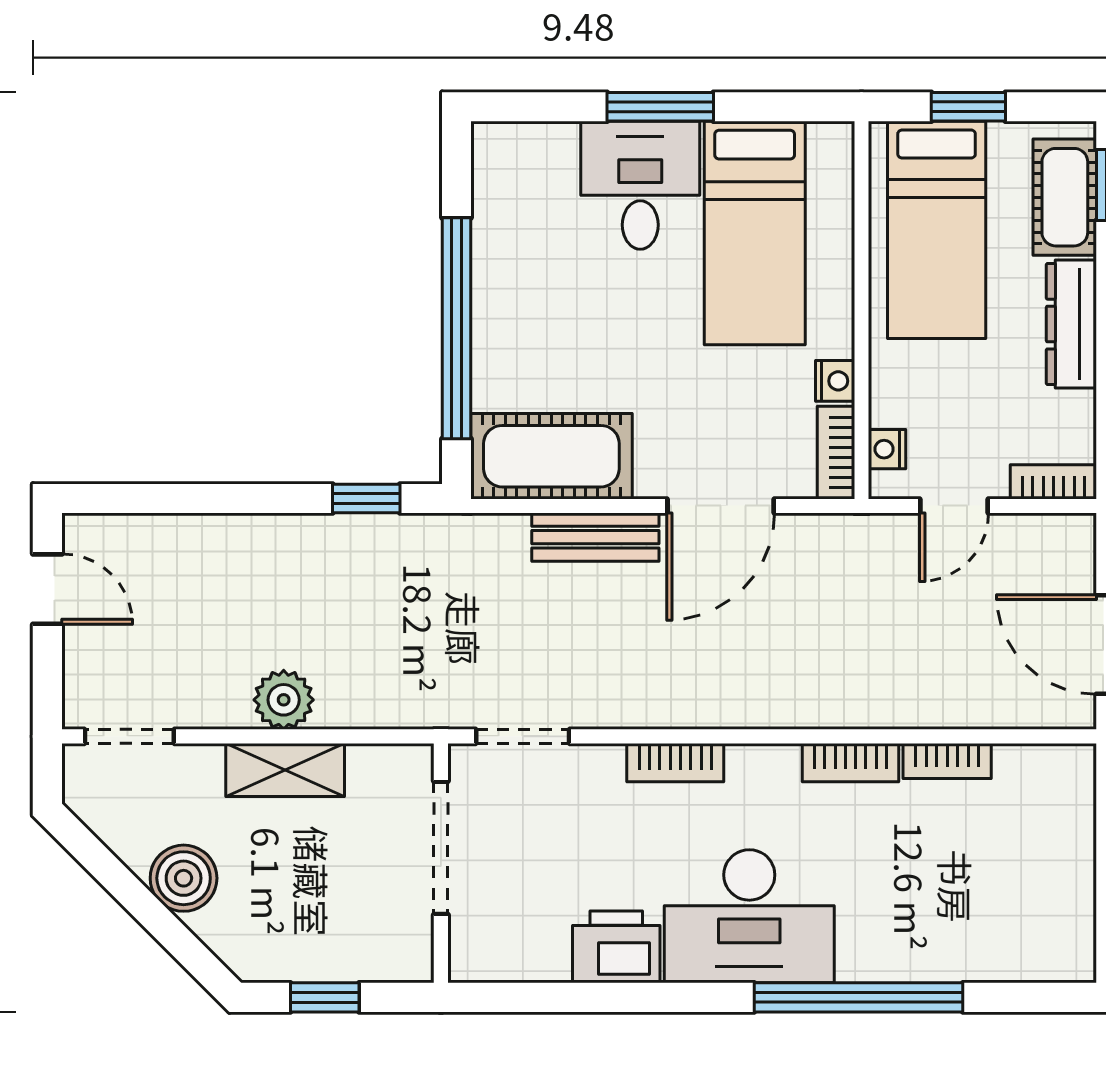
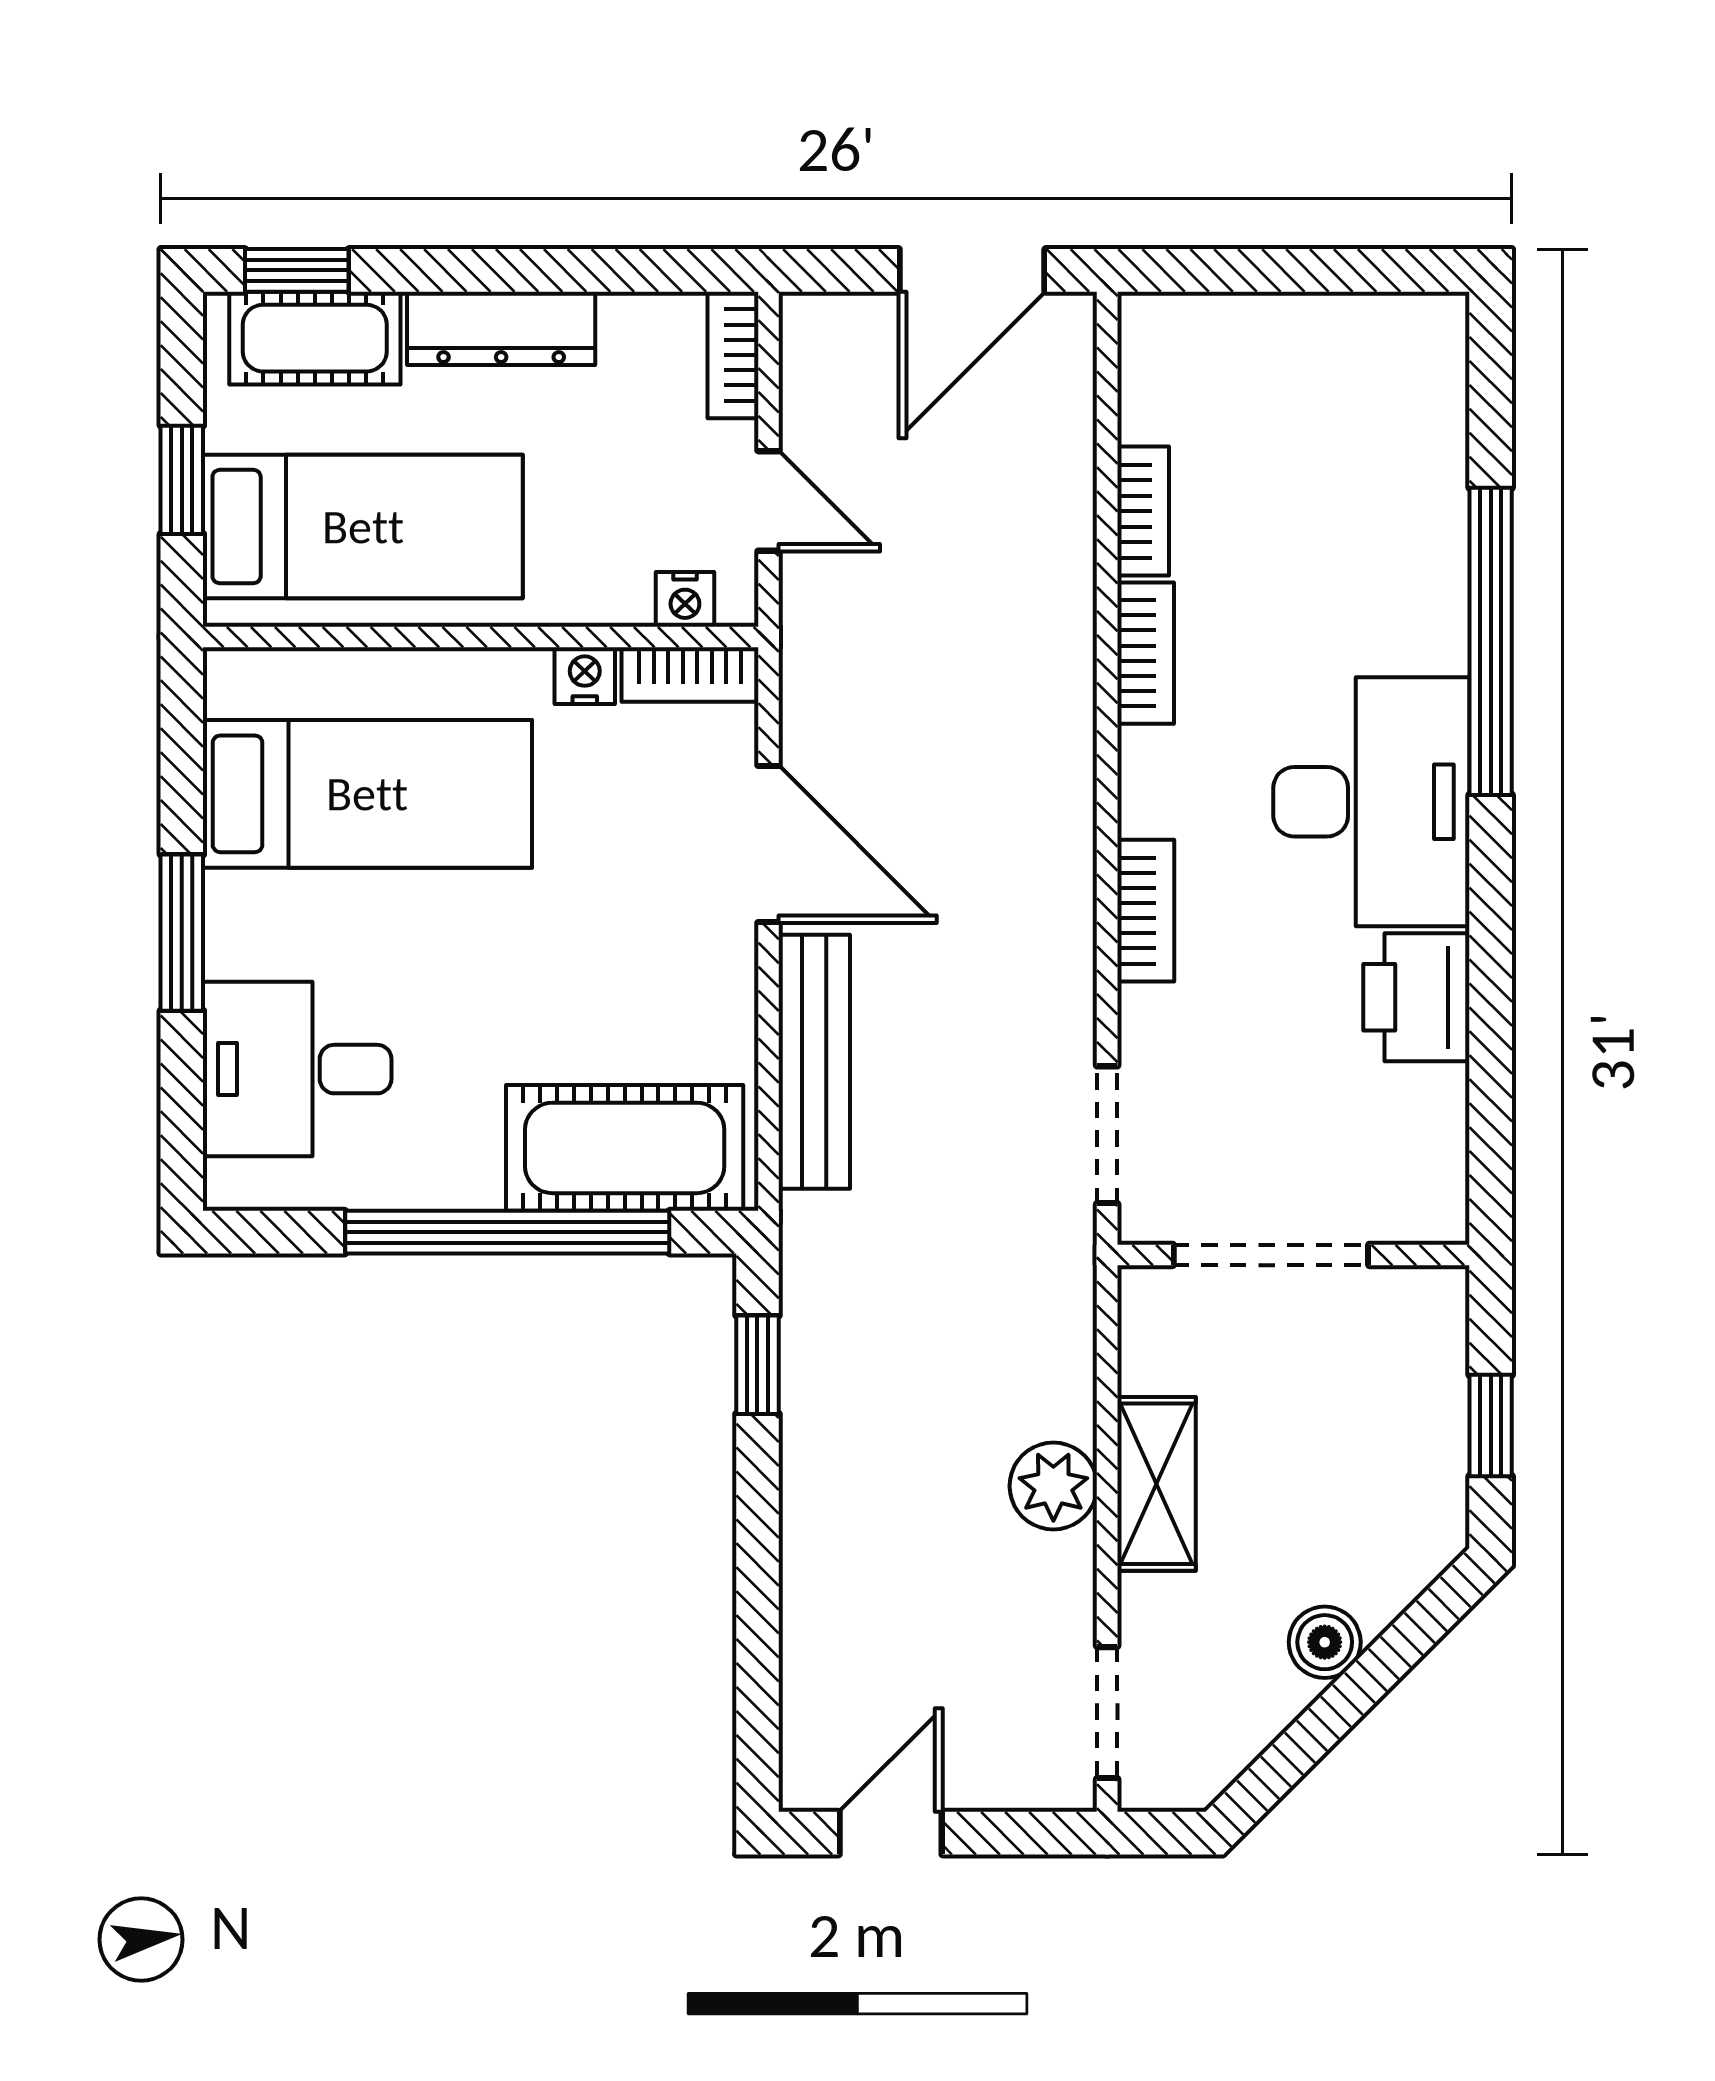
desk: (640, 185) -> (297, 1069), moved
cot: (551, 456) -> (625, 1148), moved, turned 90
bench: (595, 537) -> (814, 1062), width x1.36
boiler: (184, 878) -> (1325, 1642), width x0.73, depth x0.73

